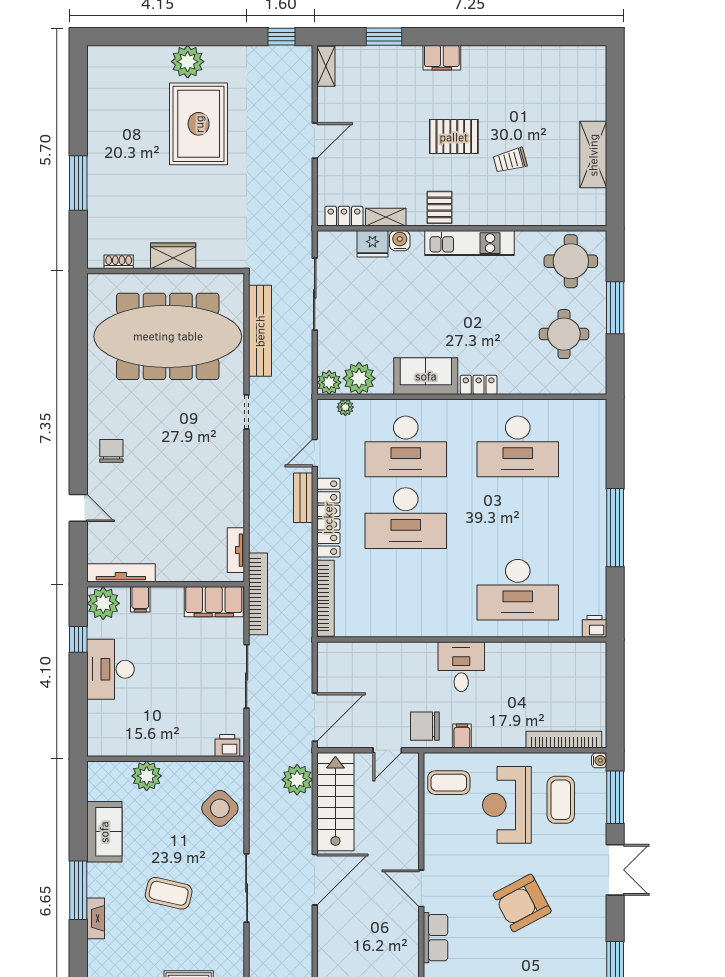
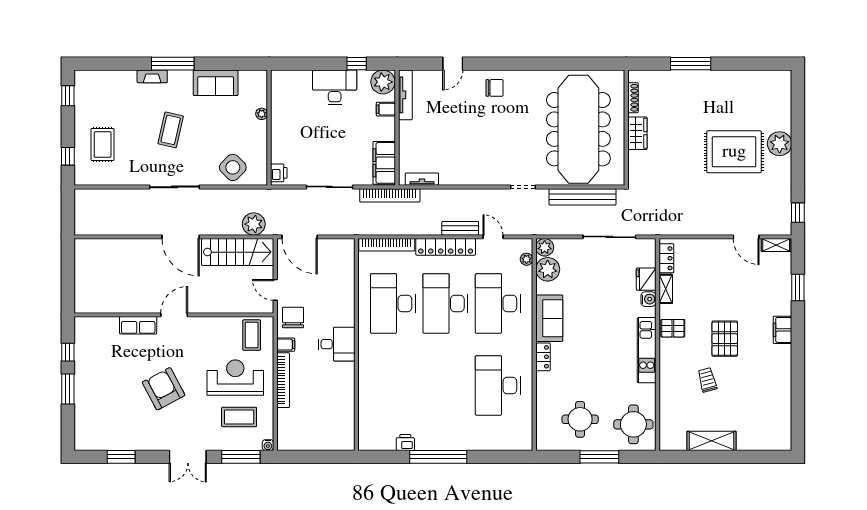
door: (315, 141) -> (746, 237), moved
shoe rack: (119, 262) -> (633, 98), width x1.43
desk: (518, 590) -> (393, 303), moved
printer: (594, 626) -> (405, 442), moved, turned -90
bookcase: (564, 740) -> (283, 380), moved
plant: (147, 776) -> (262, 114), width x0.53, depth x0.53

